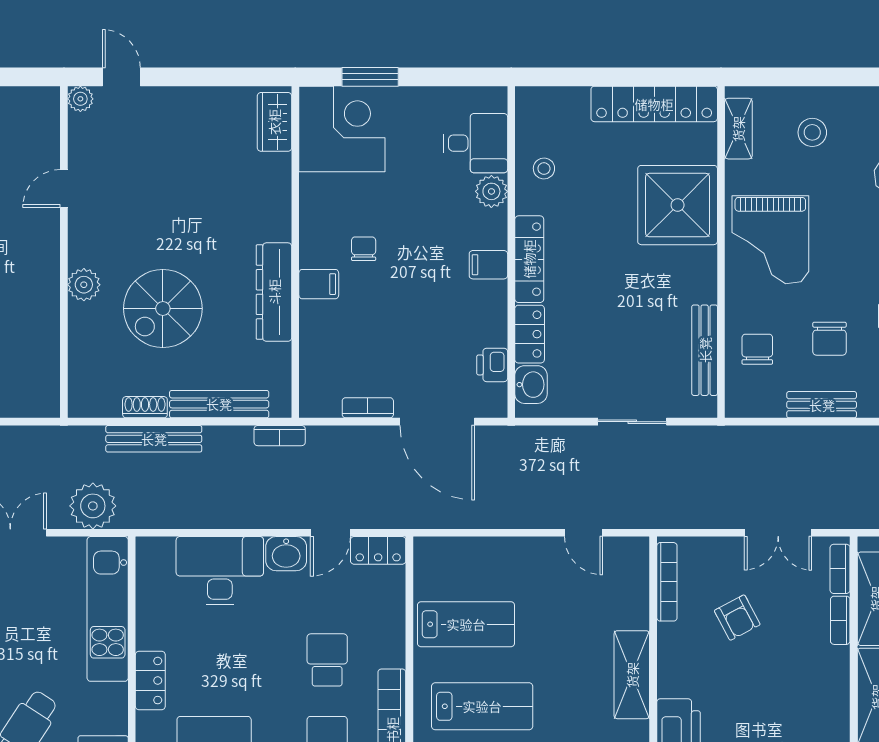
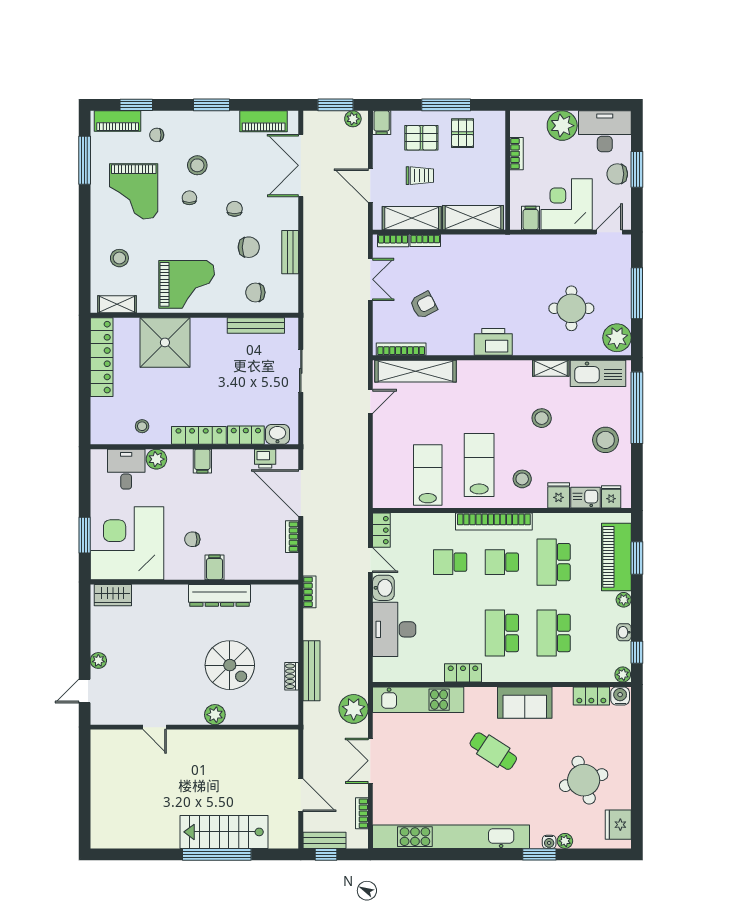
plant: (80, 99) -> (98, 660), moved
corner desk: (342, 129) -> (127, 543), width x1.36, depth x1.36
bench: (219, 404) -> (290, 630), removed
door: (437, 422) -> (301, 493), swing flipped
shelving: (632, 675) -> (415, 371), moved, width x1.47

